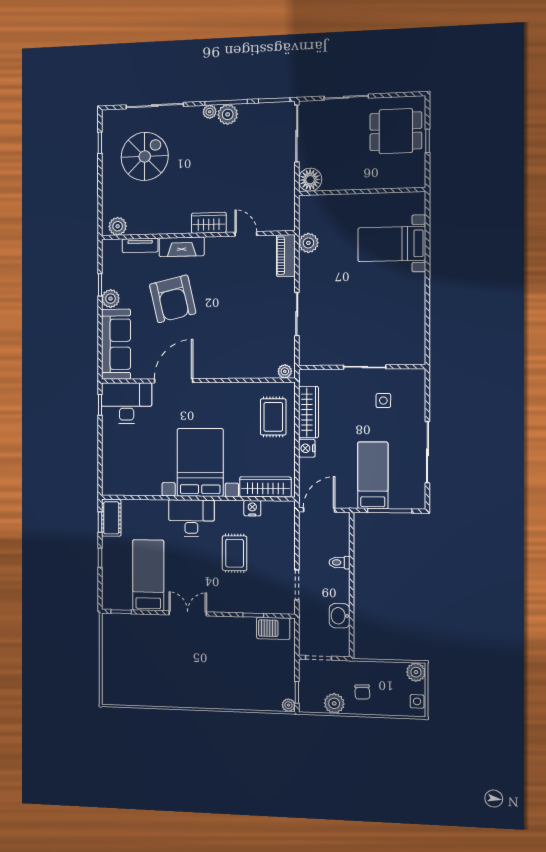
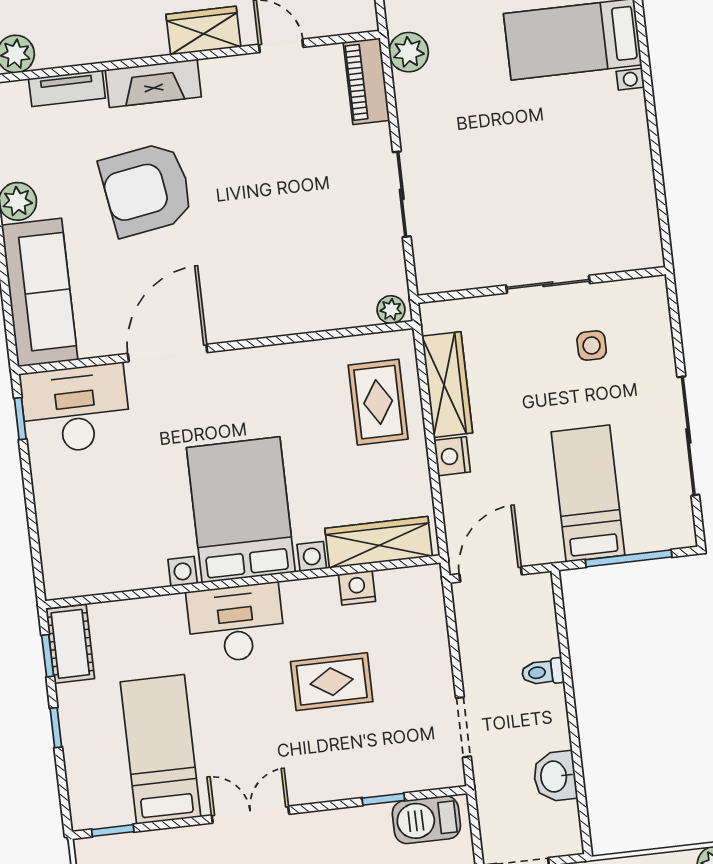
armchair: (173, 299) -> (147, 189), turned 94
rug: (235, 553) -> (332, 682), turned 90

